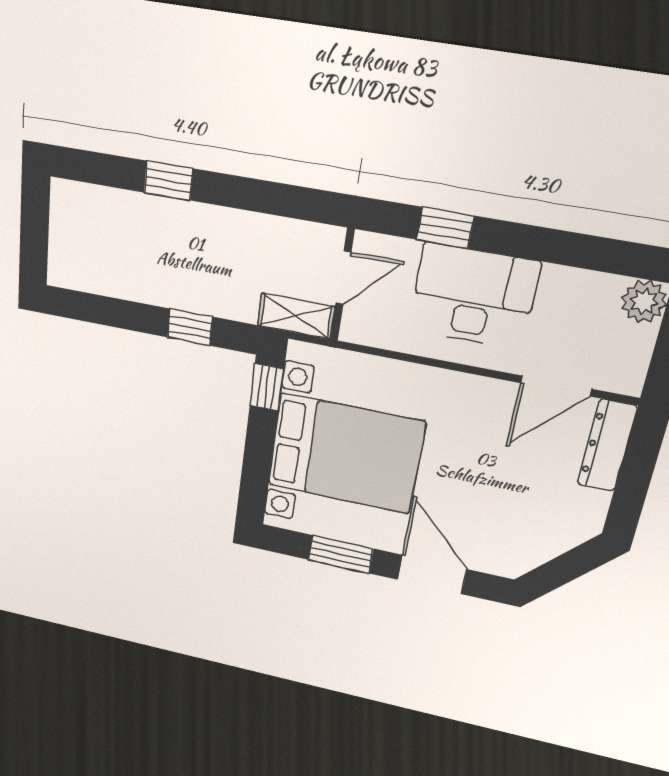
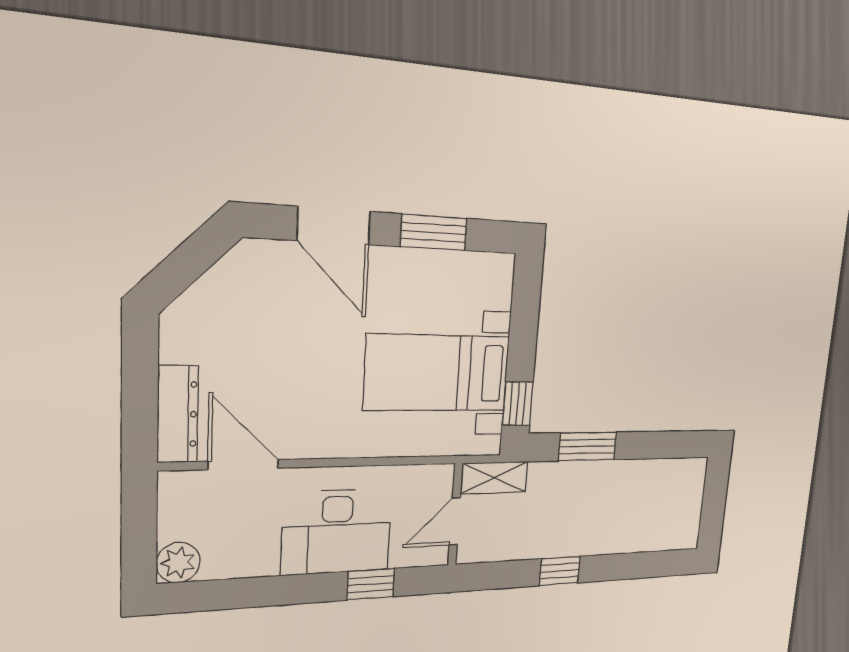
window: (168, 181) -> (560, 571), moved
window: (190, 327) -> (588, 446), width x1.50
door: (556, 386) -> (243, 465), hinge flipped
bed with nightstands: (345, 454) -> (437, 373), width x0.73

